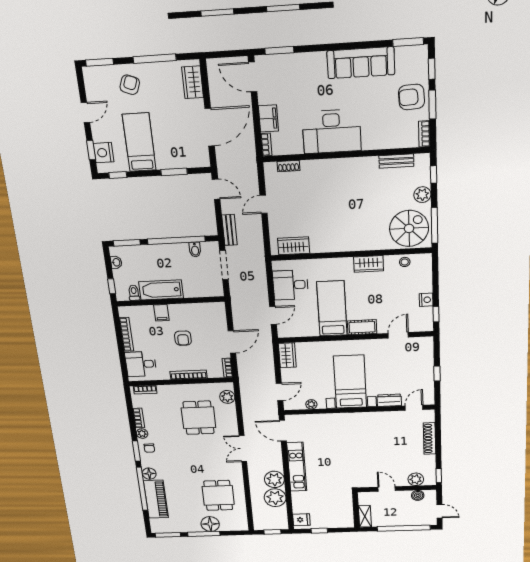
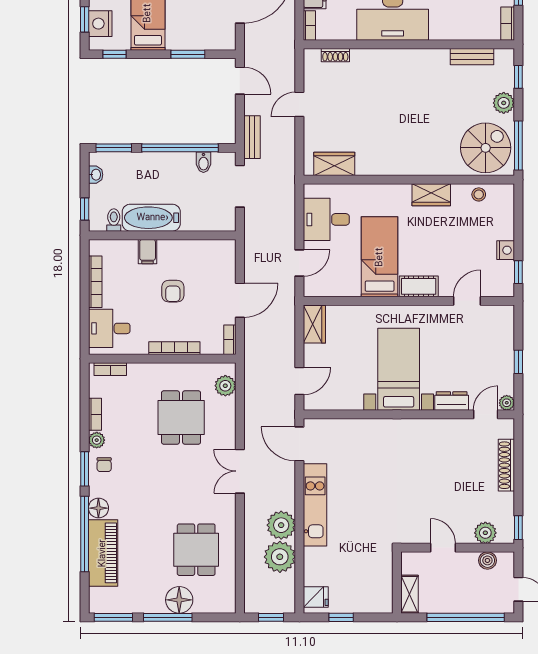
plant: (311, 404) -> (507, 403), moved

